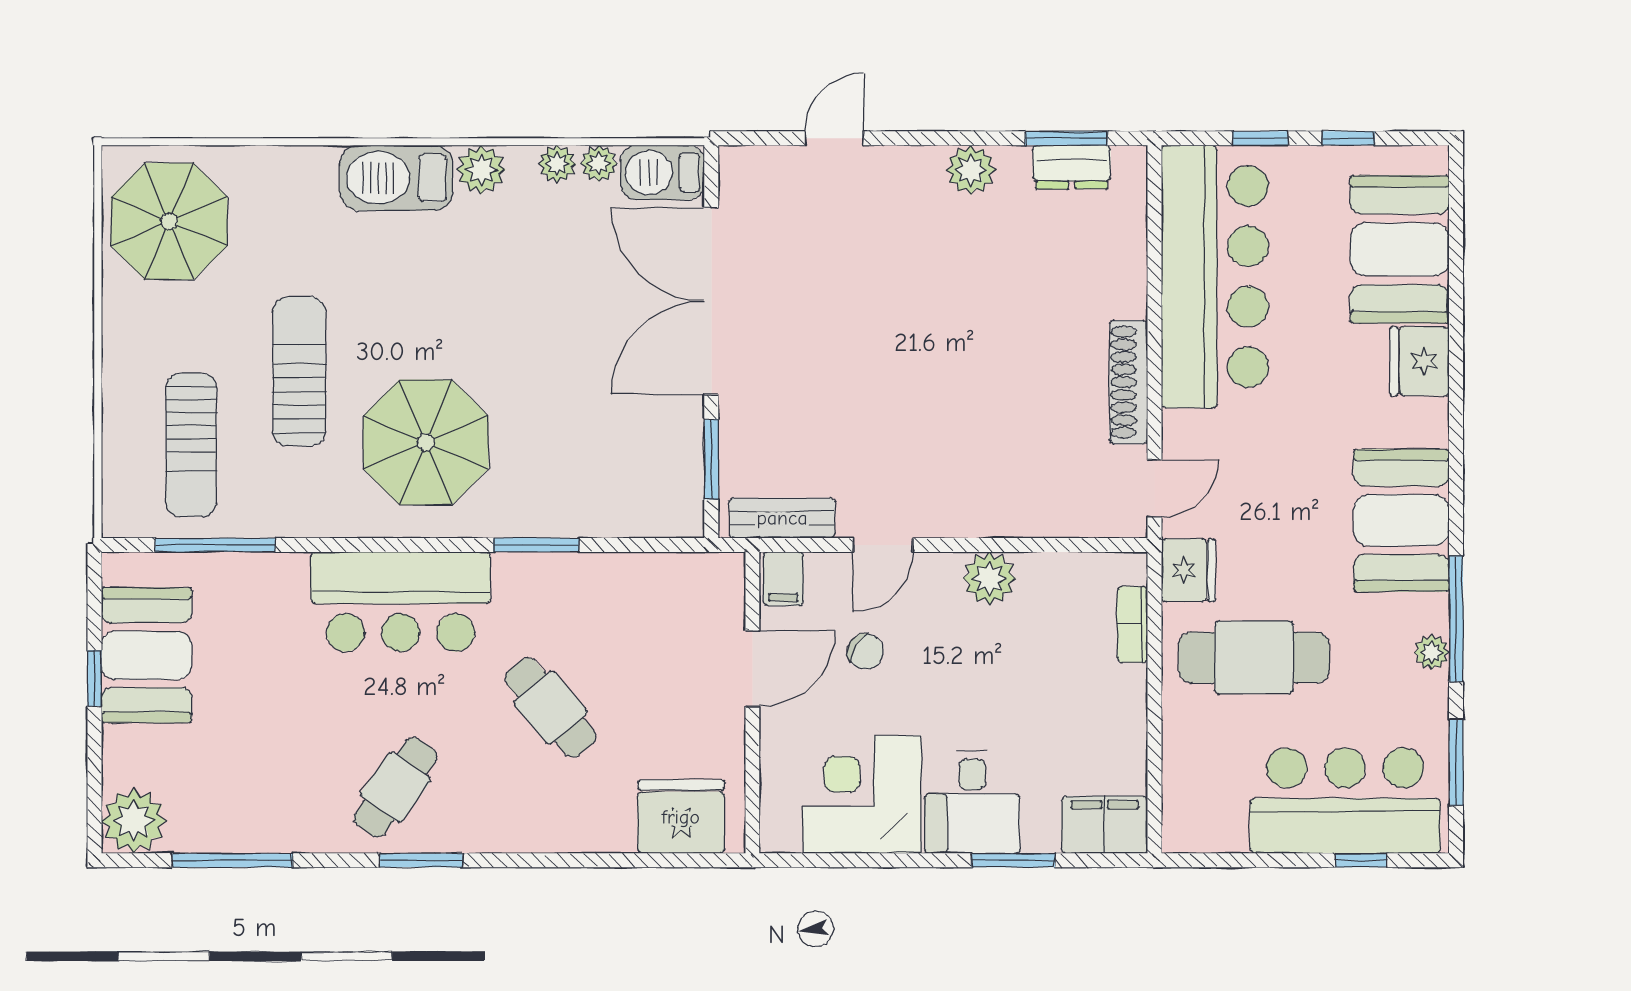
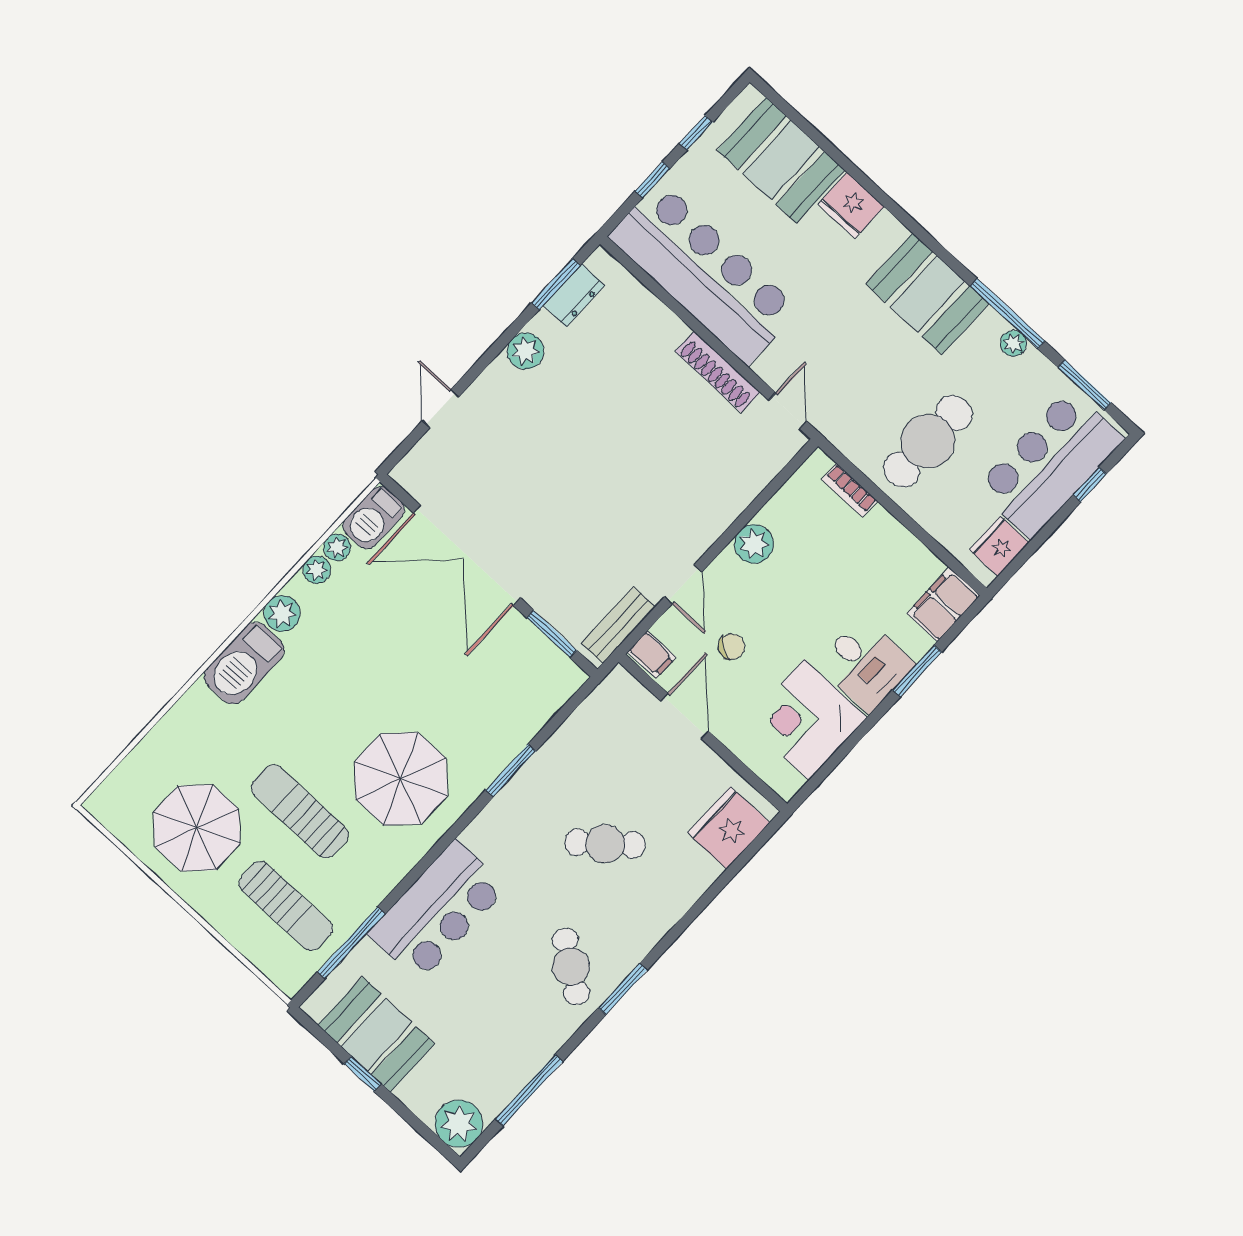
parasol: (169, 221) -> (197, 828), moved
fridge: (1188, 570) -> (999, 546), moved, turned -90
bar counter: (401, 602) -> (438, 911), moved

